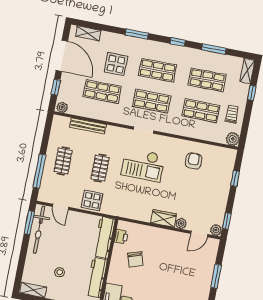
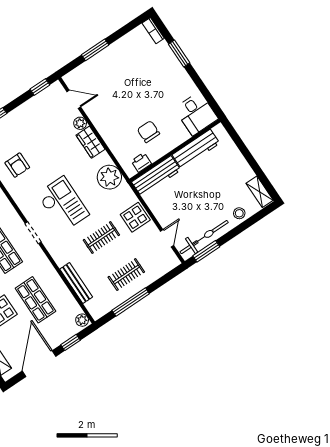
armchair: (194, 161) -> (17, 165), turned -90
window: (39, 171) -> (131, 302), moved
plant: (216, 230) -> (109, 177), moved, width x1.87, depth x1.87
chair: (135, 259) -> (148, 132), turned -73
stool: (60, 272) -> (239, 213), moved

